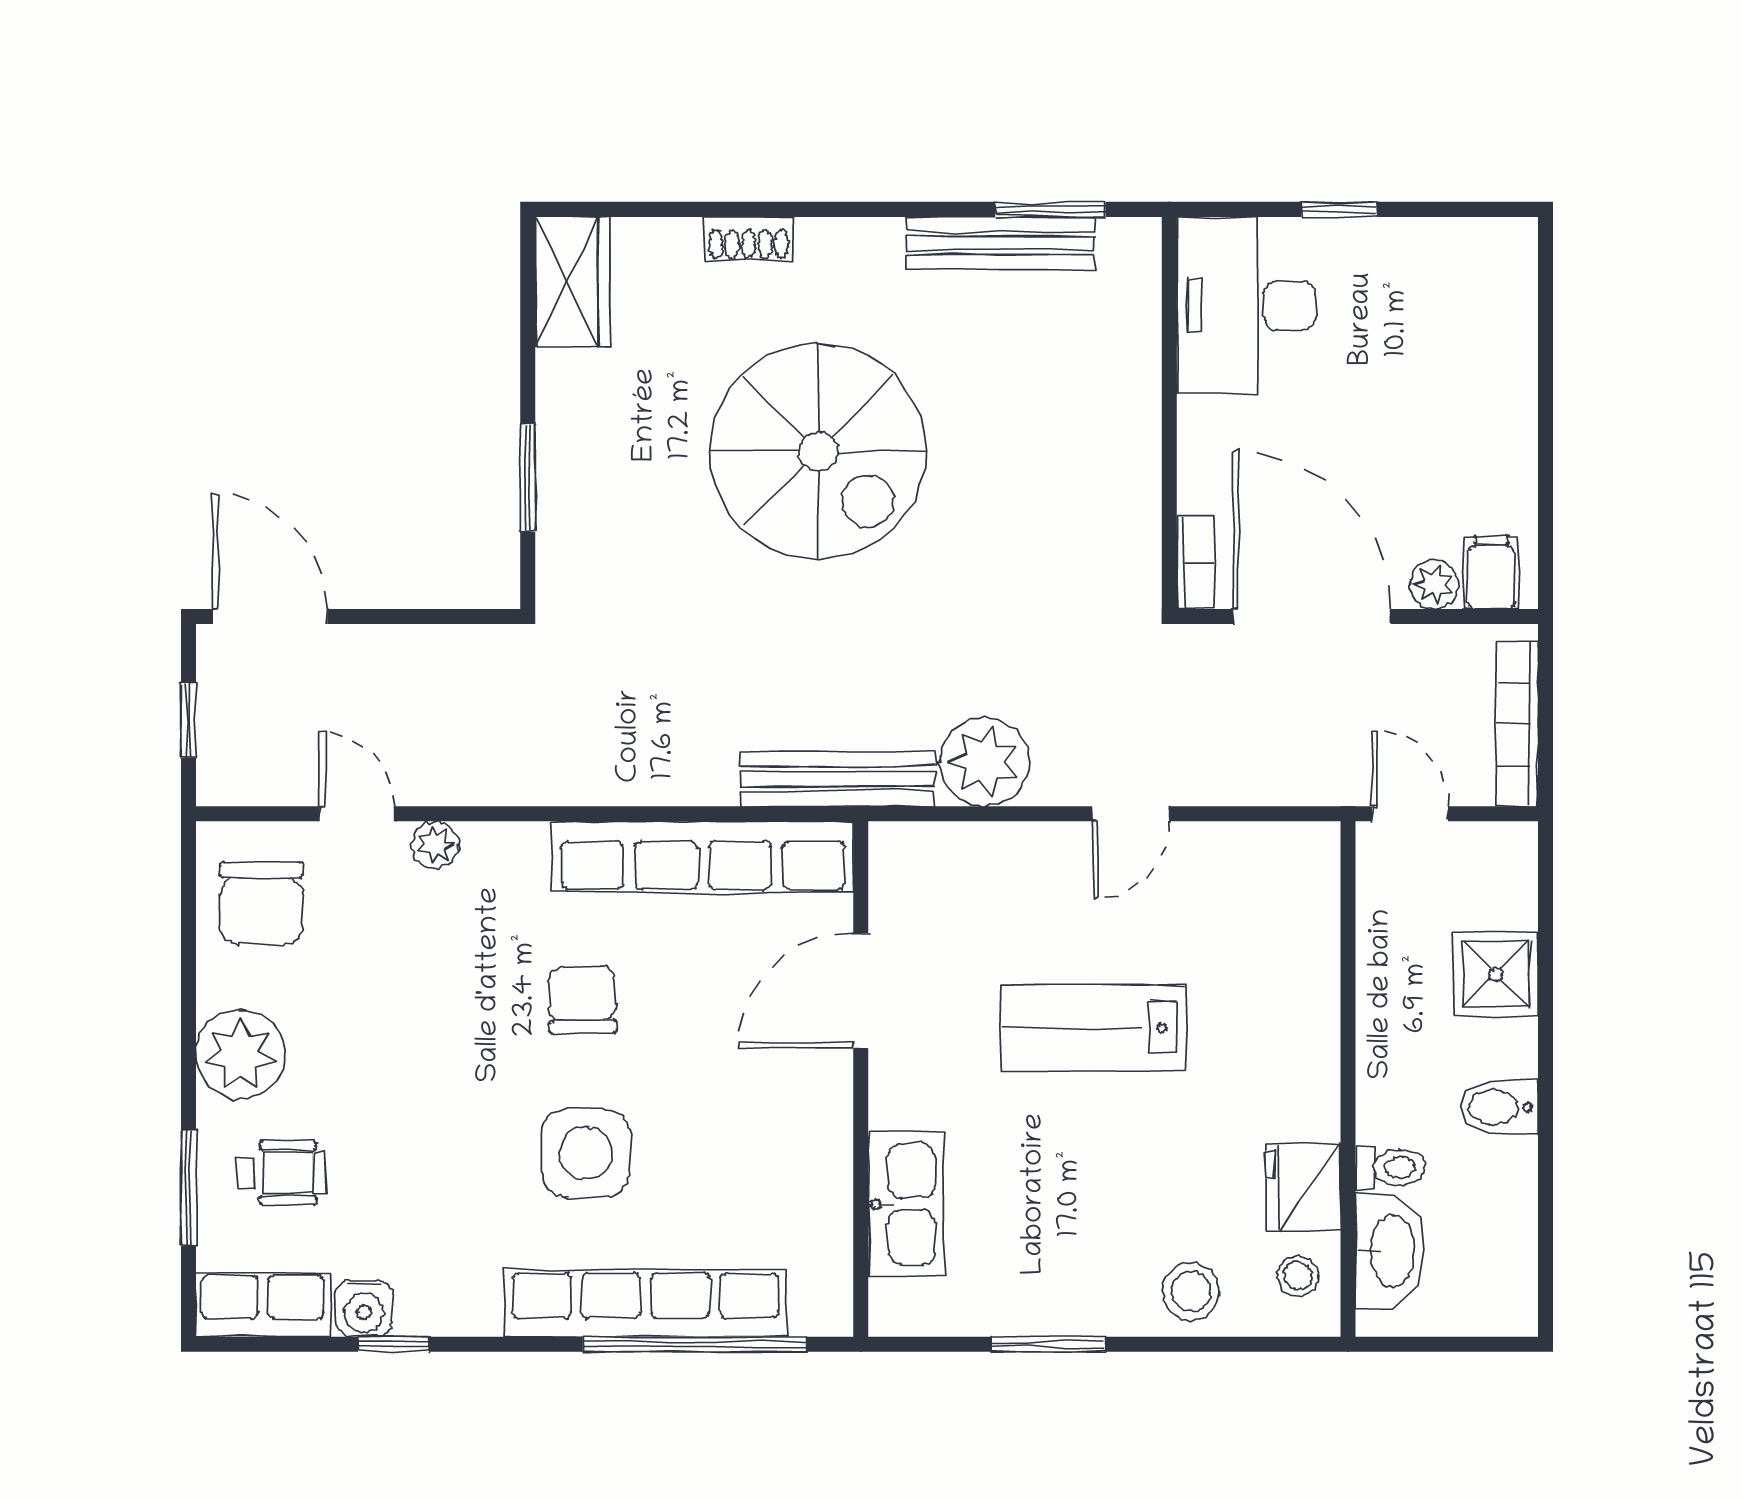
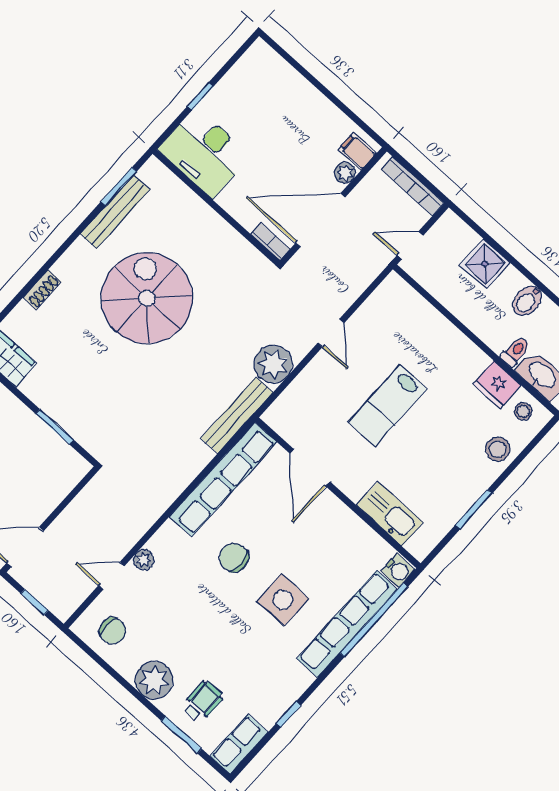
spiral stairs: (818, 451) -> (147, 298), moved, turned -90
chair: (261, 903) -> (113, 631), width x0.73, depth x0.73
water cooler: (364, 1308) -> (398, 570), moved

